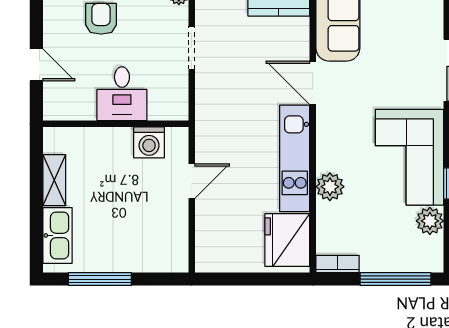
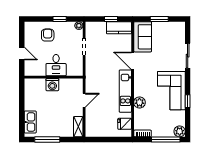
washing machine: (149, 142) -> (52, 85), moved
shelving: (54, 180) -> (78, 127), moved
plant: (430, 221) -> (180, 131), moved
fridge: (287, 240) -> (125, 124), width x0.53, depth x0.75

